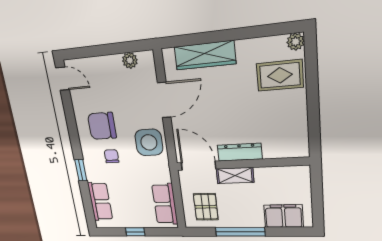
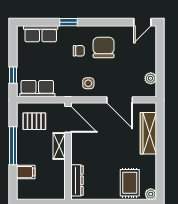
side table: (149, 142) -> (88, 83), width x0.54, depth x0.54
dresser: (240, 152) -> (77, 180), moved
door: (198, 166) -> (68, 119), hinge flipped
filing cabinet: (283, 216) -> (26, 172), width x0.50
window: (135, 232) -> (13, 75), moved

